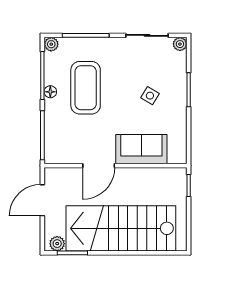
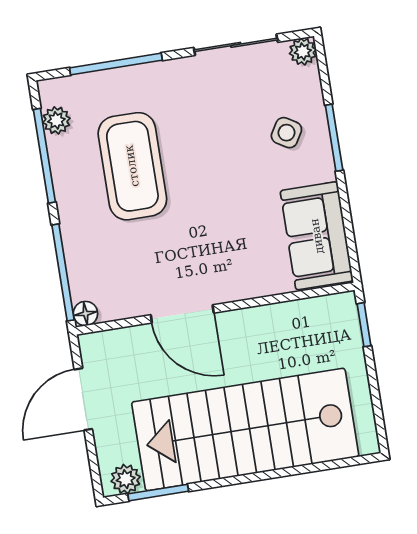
plant: (51, 44) -> (56, 120), moved
floor lamp: (50, 92) -> (85, 314), moved
side table: (150, 96) -> (286, 133), moved
sofa: (141, 149) -> (317, 236), moved, turned -90
door: (99, 166) -> (182, 314), hinge flipped

